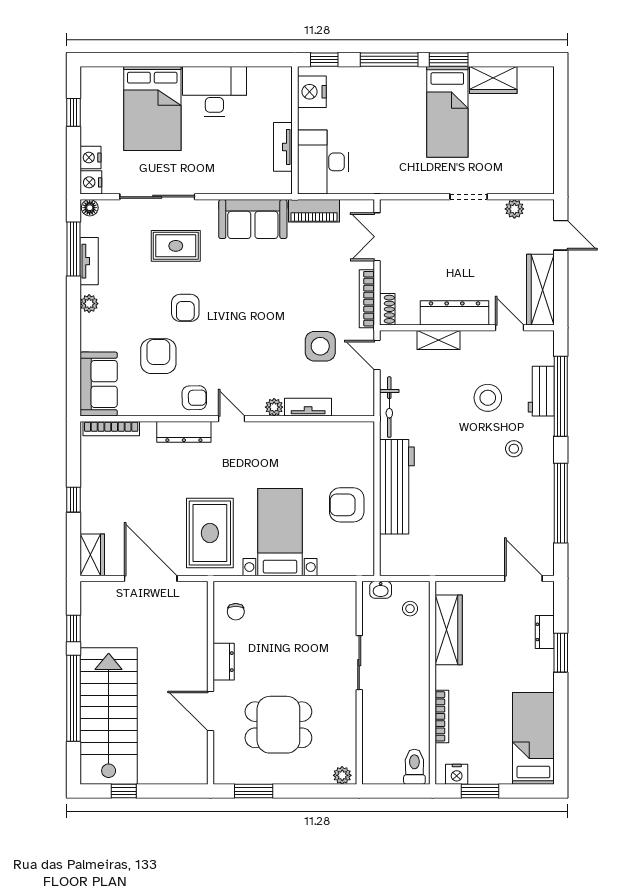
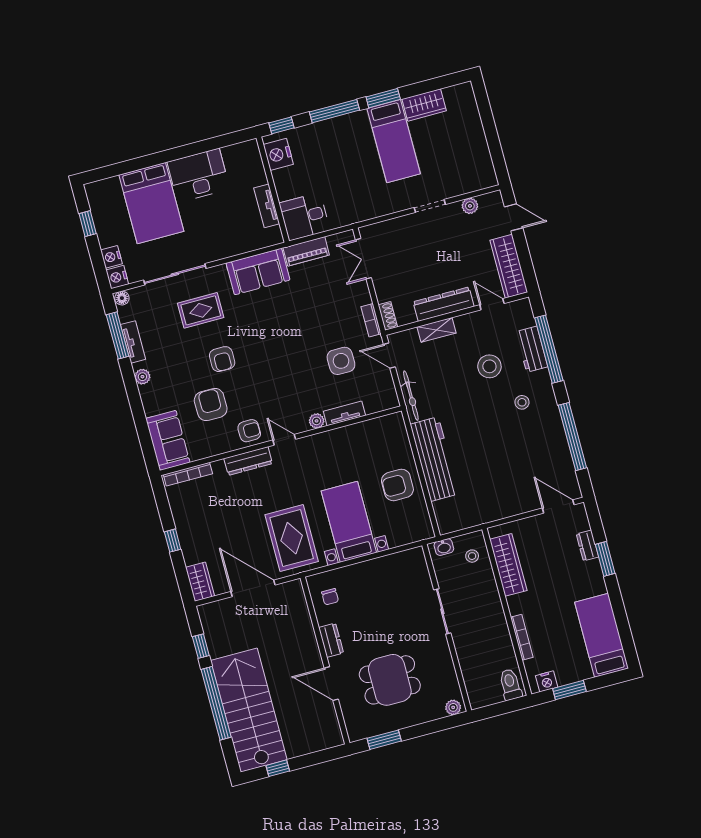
desk: (323, 162) -> (305, 217), width x0.73
bookcase: (367, 299) -> (371, 320), width x0.64

